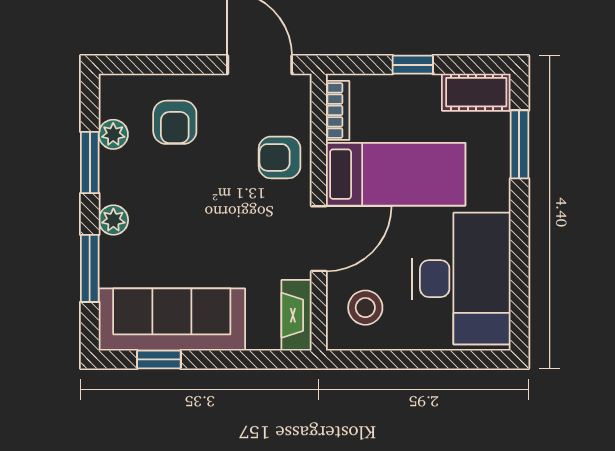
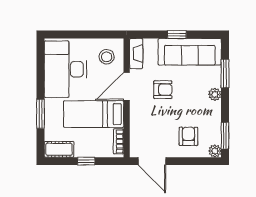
plant: (113, 134) -> (215, 151), moved
window: (519, 144) -> (40, 114), moved
armchair: (280, 157) -> (163, 90), moved
window: (90, 163) -> (225, 136), moved
window: (159, 359) -> (177, 35), moved

